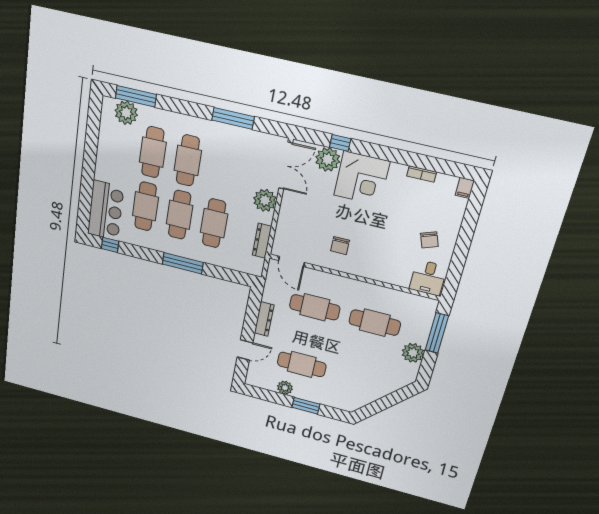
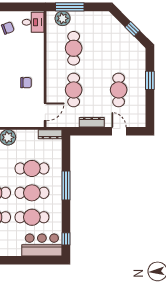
dresser: (262, 241) -> (50, 134), moved
plant: (413, 353) -> (63, 18), moved
plant: (285, 388) -> (140, 98), removed
window: (382, 404) -> (132, 29), added

